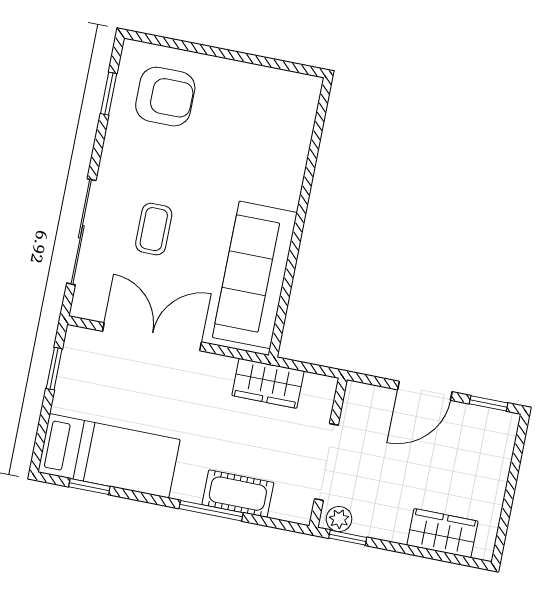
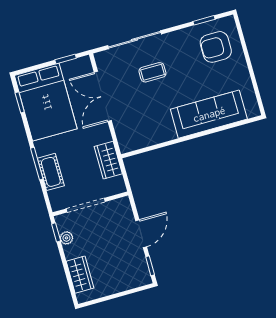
armchair: (165, 97) -> (216, 47), turned 90
sofa: (255, 275) -> (209, 114), moved
double door: (152, 337) -> (103, 96), swing flipped
door: (425, 391) -> (141, 234), swing flipped
bed: (109, 456) -> (46, 102), width x1.50
plant: (339, 519) -> (66, 238), moved

